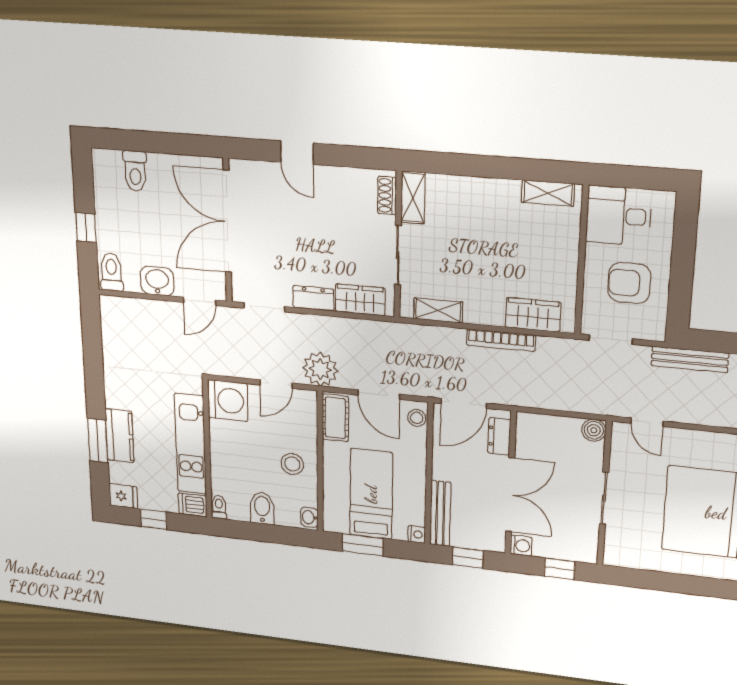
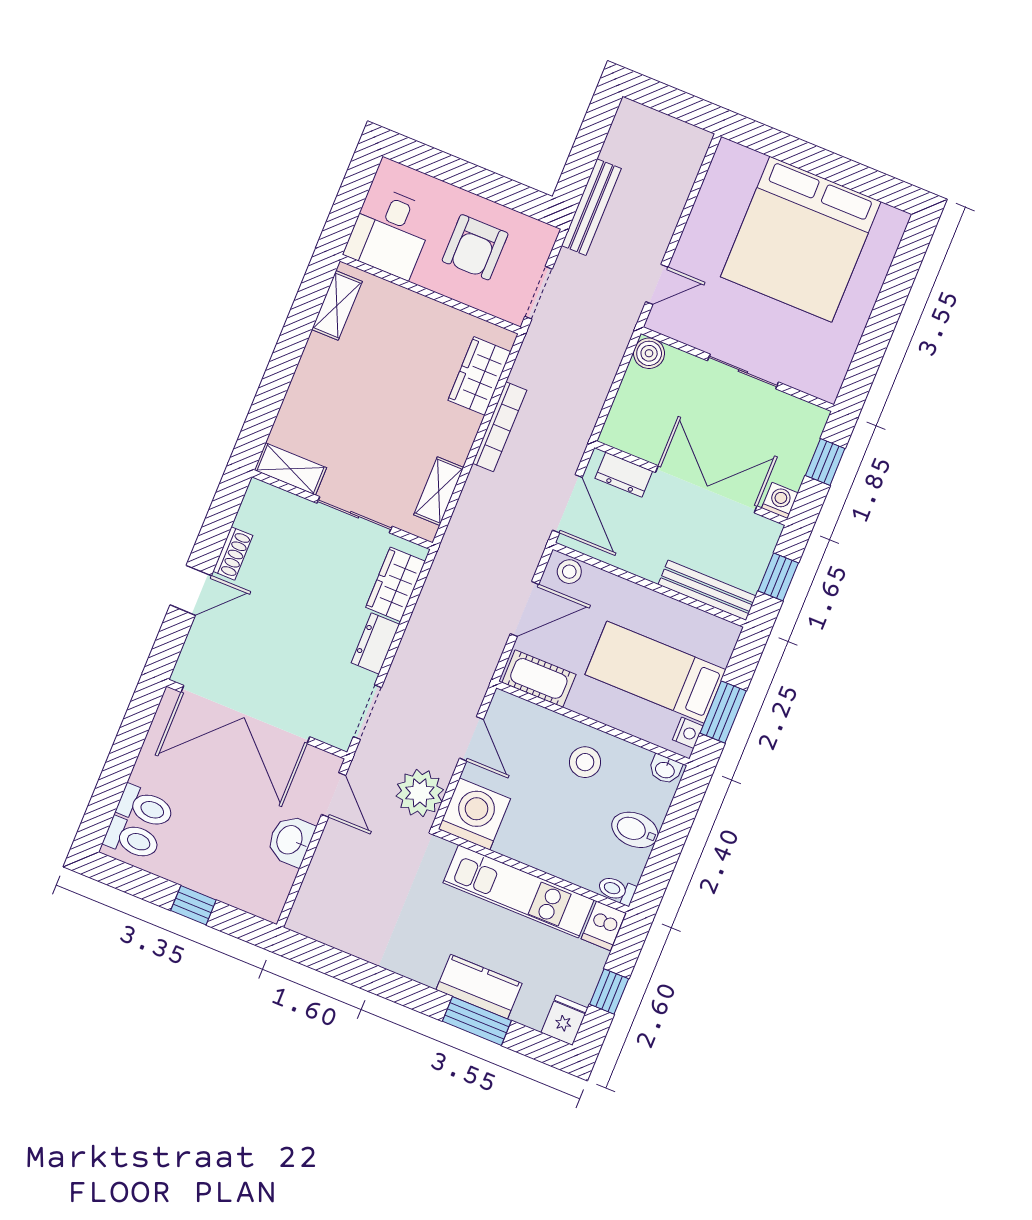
shoe rack: (387, 196) -> (233, 553), moved, turned -90
toilet: (111, 272) -> (132, 839), moved, turned 180
plant: (320, 369) -> (420, 793), moved
nightstand: (417, 534) -> (688, 733), moved, turned 90

